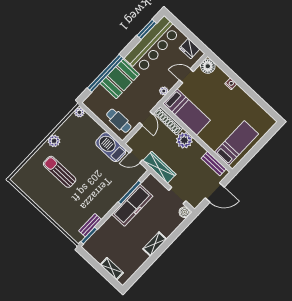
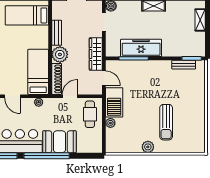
window: (105, 73) -> (47, 156), moved
plant: (79, 112) -> (110, 123), moved
bench: (214, 164) -> (57, 33), moved

